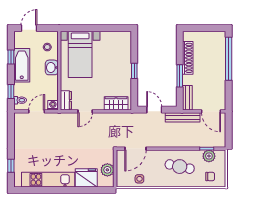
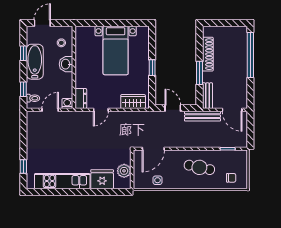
bed with nightstands: (80, 54) -> (116, 50), moved
plant: (209, 156) -> (230, 156), removed

